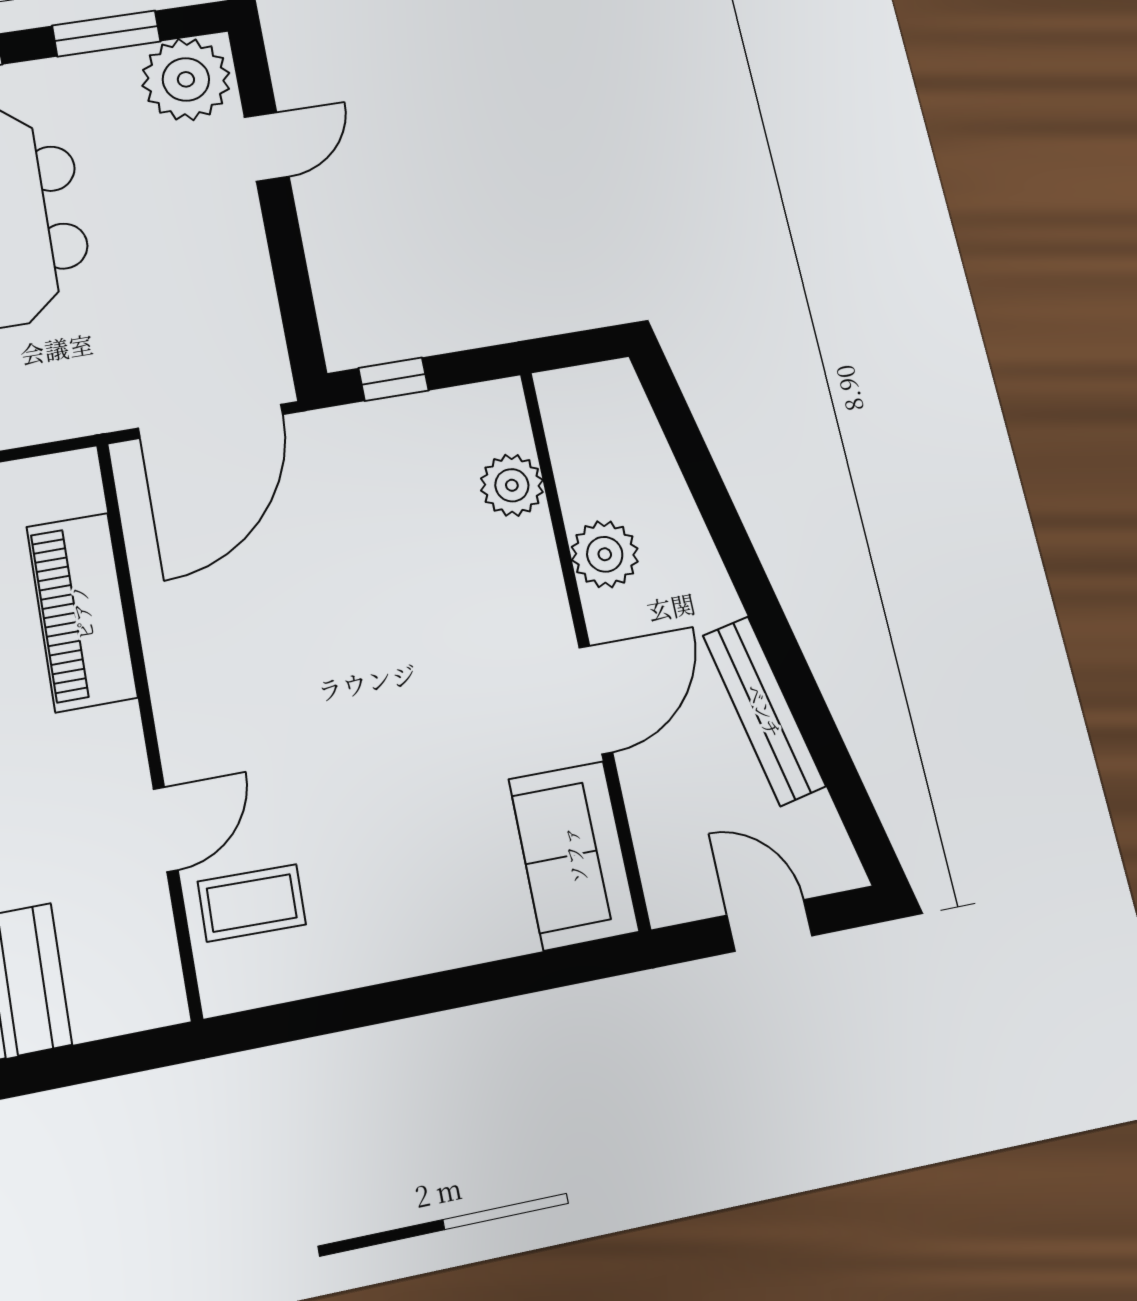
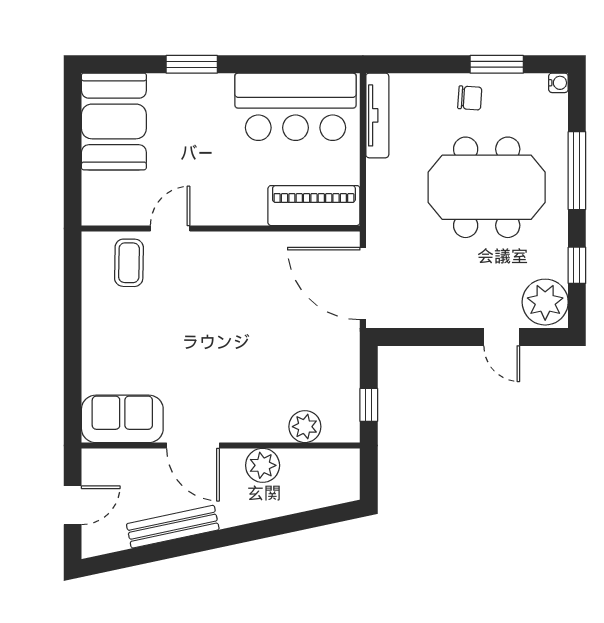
window: (106, 34) -> (577, 265), width x0.67
window: (394, 379) -> (369, 405), moved
piano: (82, 612) -> (314, 206), moved
door: (166, 829) -> (170, 228), swing flipped

